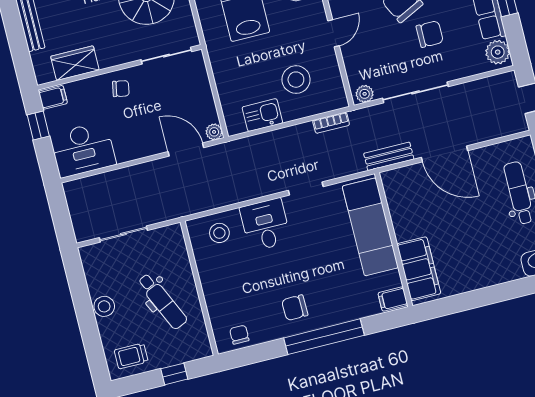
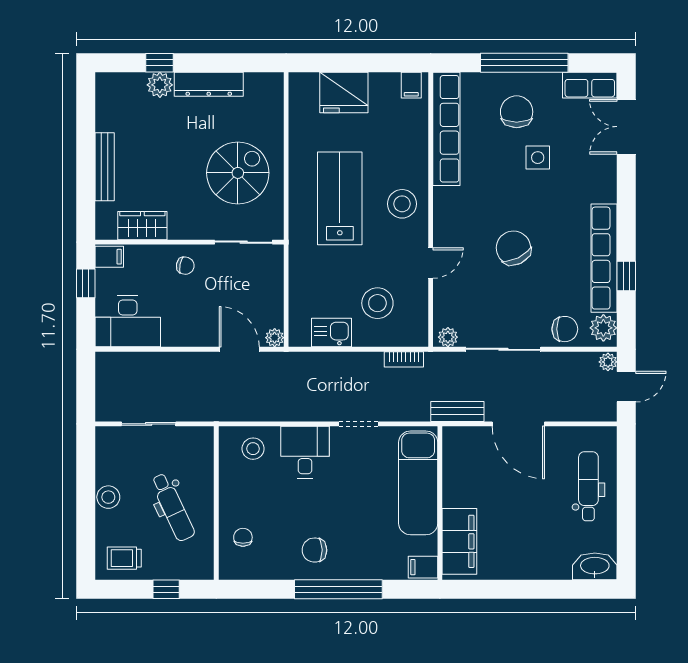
chair: (430, 34) -> (565, 329), moved
plant: (509, 81) -> (608, 362), added
chair: (239, 335) -> (243, 537), moved

